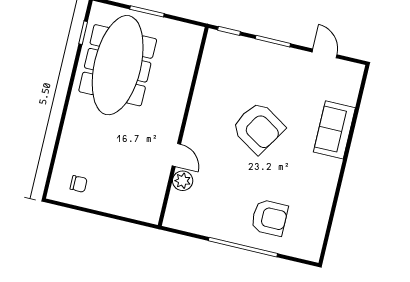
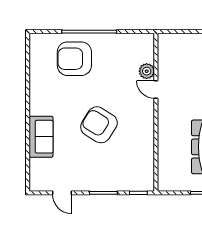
armchair: (270, 218) -> (74, 59), width x1.36, depth x1.36

